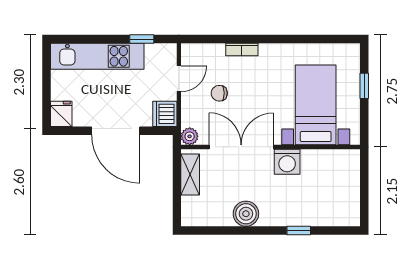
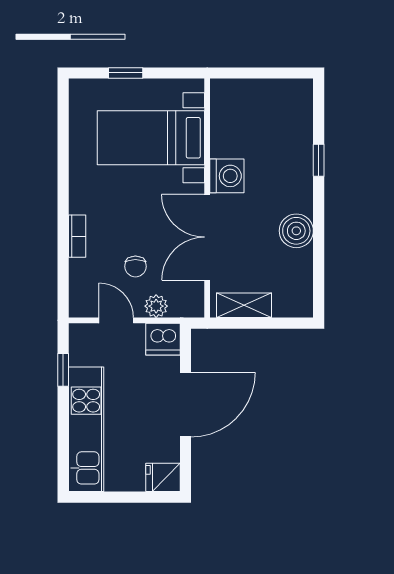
plant: (190, 136) -> (156, 306), moved

